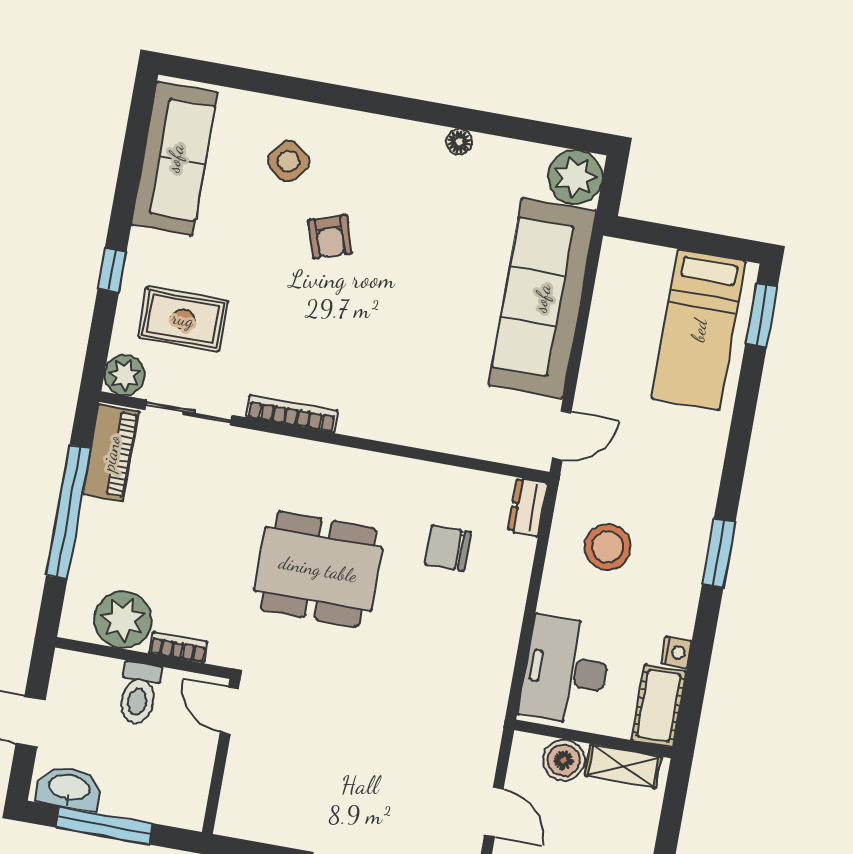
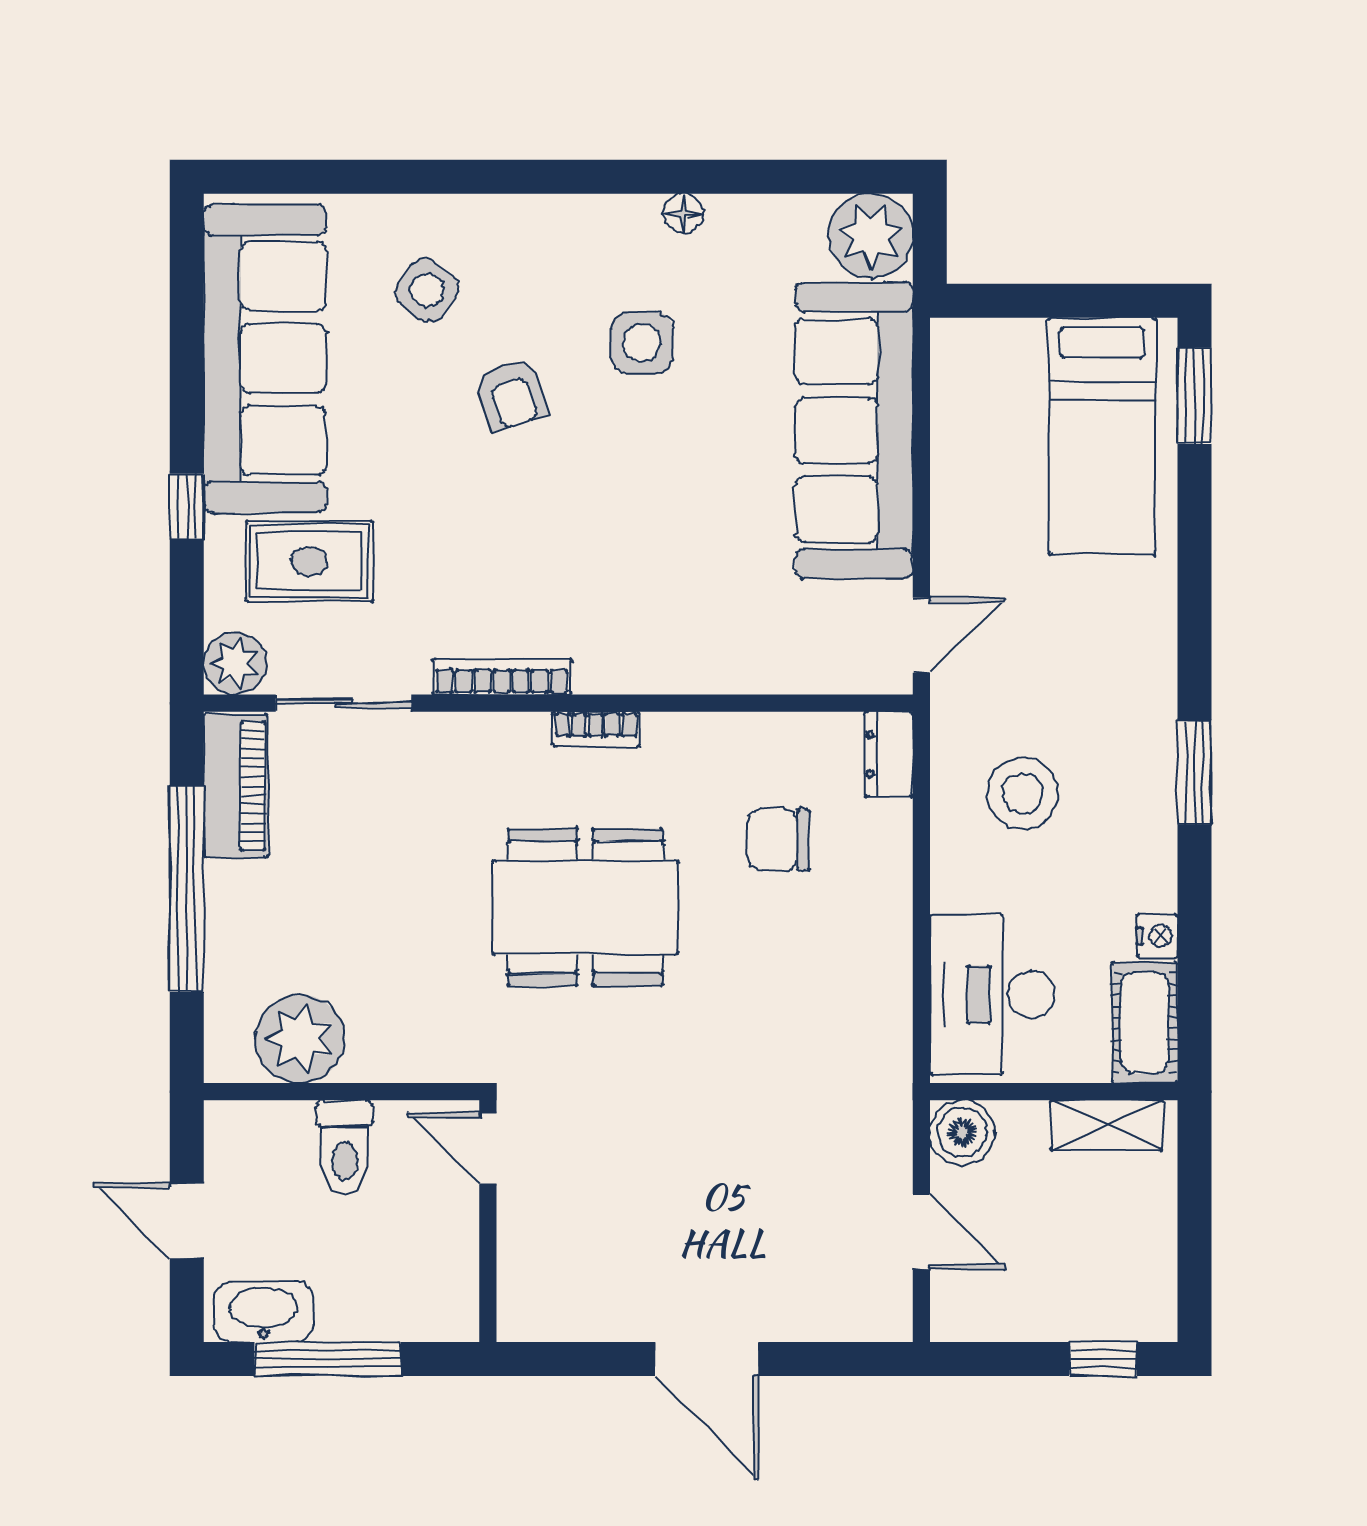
sofa: (175, 158) -> (265, 358), width x1.36, depth x1.27
side table: (418, 219) -> (642, 343), added
bookcase: (178, 647) -> (596, 729), moved, turned 180
boiler: (564, 760) -> (962, 1132), moved

